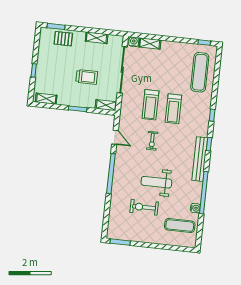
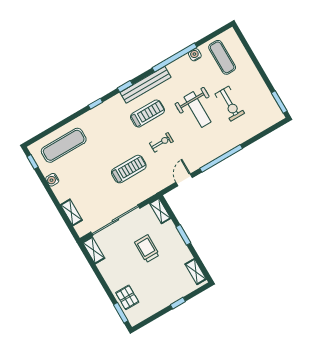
shelving: (97, 38) -> (94, 250), moved
water cooler: (134, 42) -> (52, 180), moved
treadmill: (173, 109) -> (147, 114), moved

